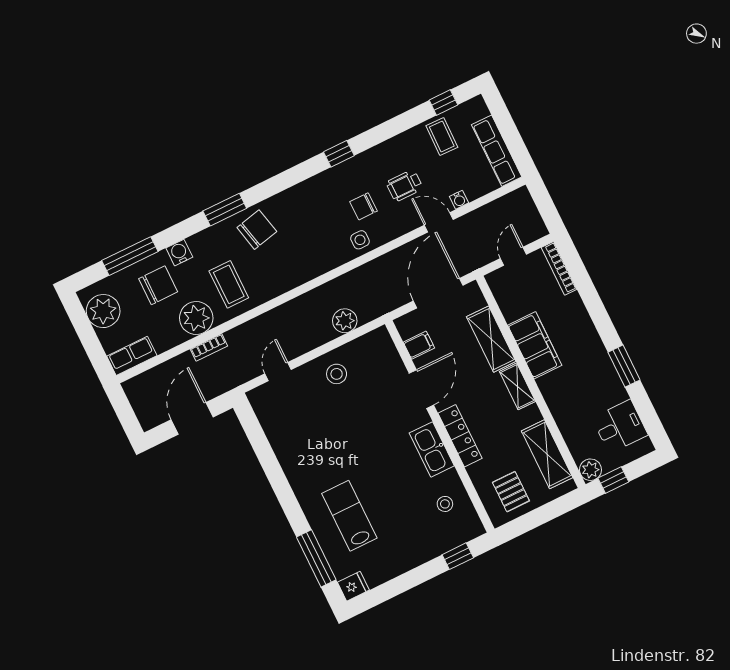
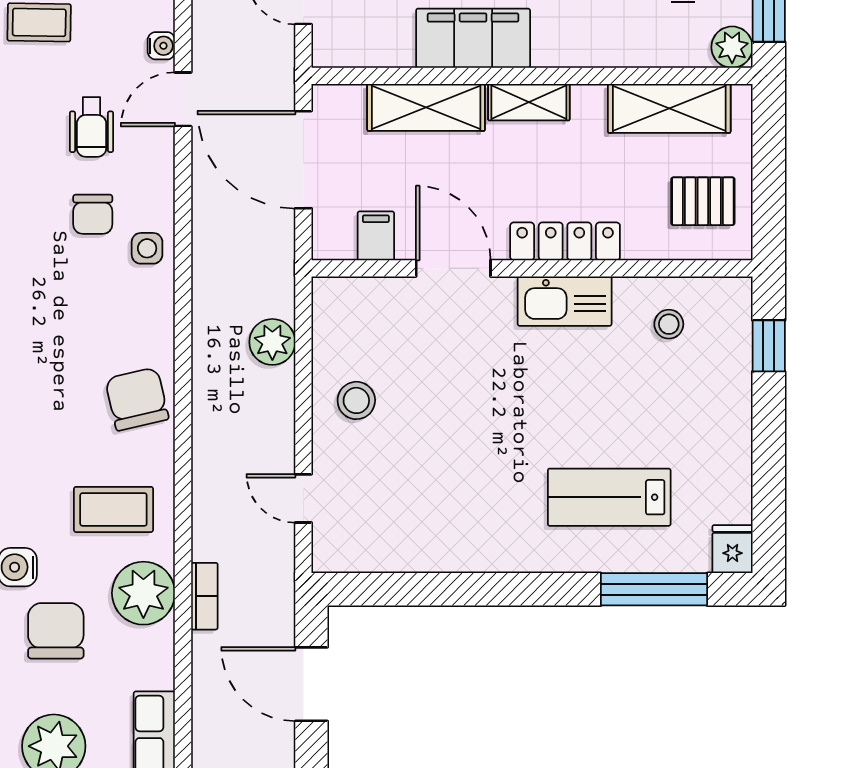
chair: (257, 230) -> (137, 399), moved

